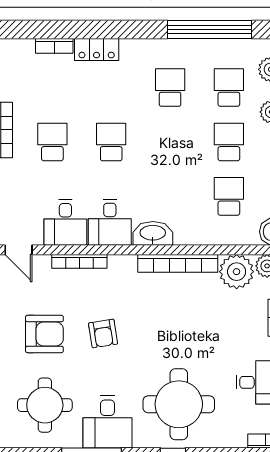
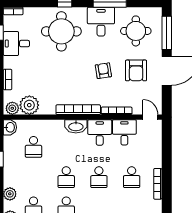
school desk: (229, 142) -> (66, 177), moved
bookcase: (178, 263) -> (78, 110), moved
armchair: (44, 334) -> (136, 70), turned -90

